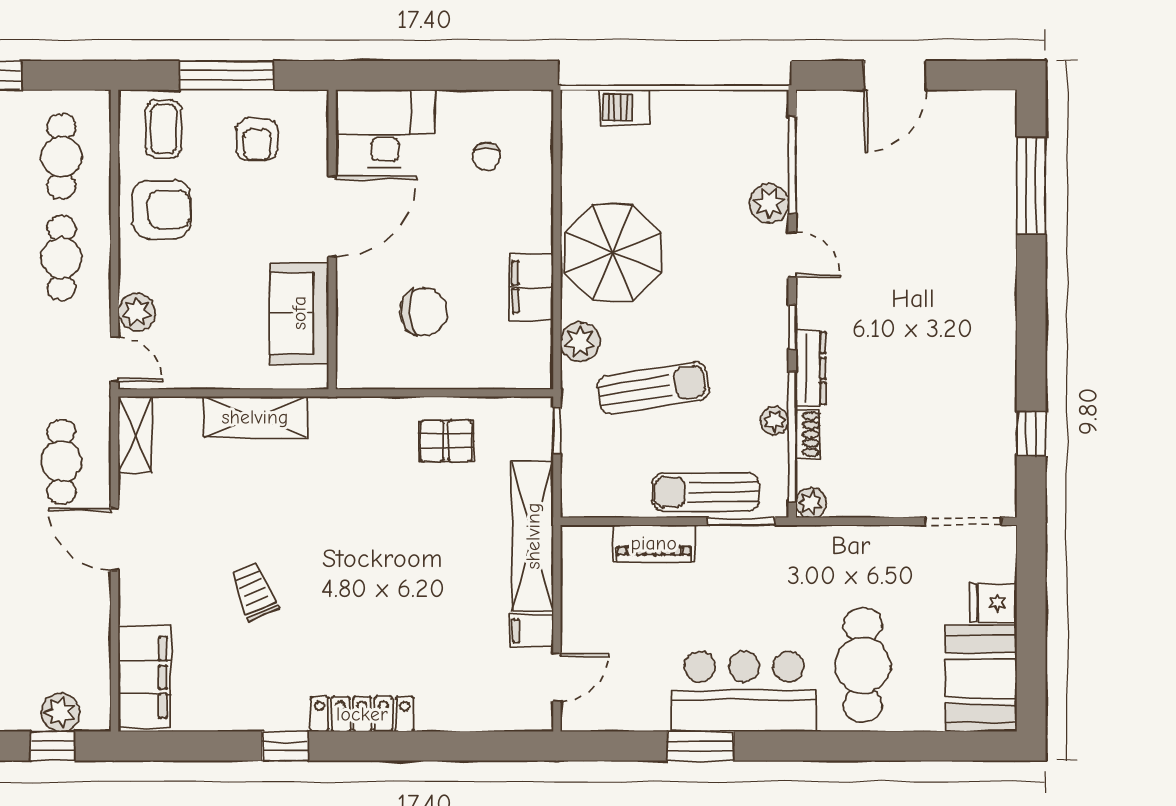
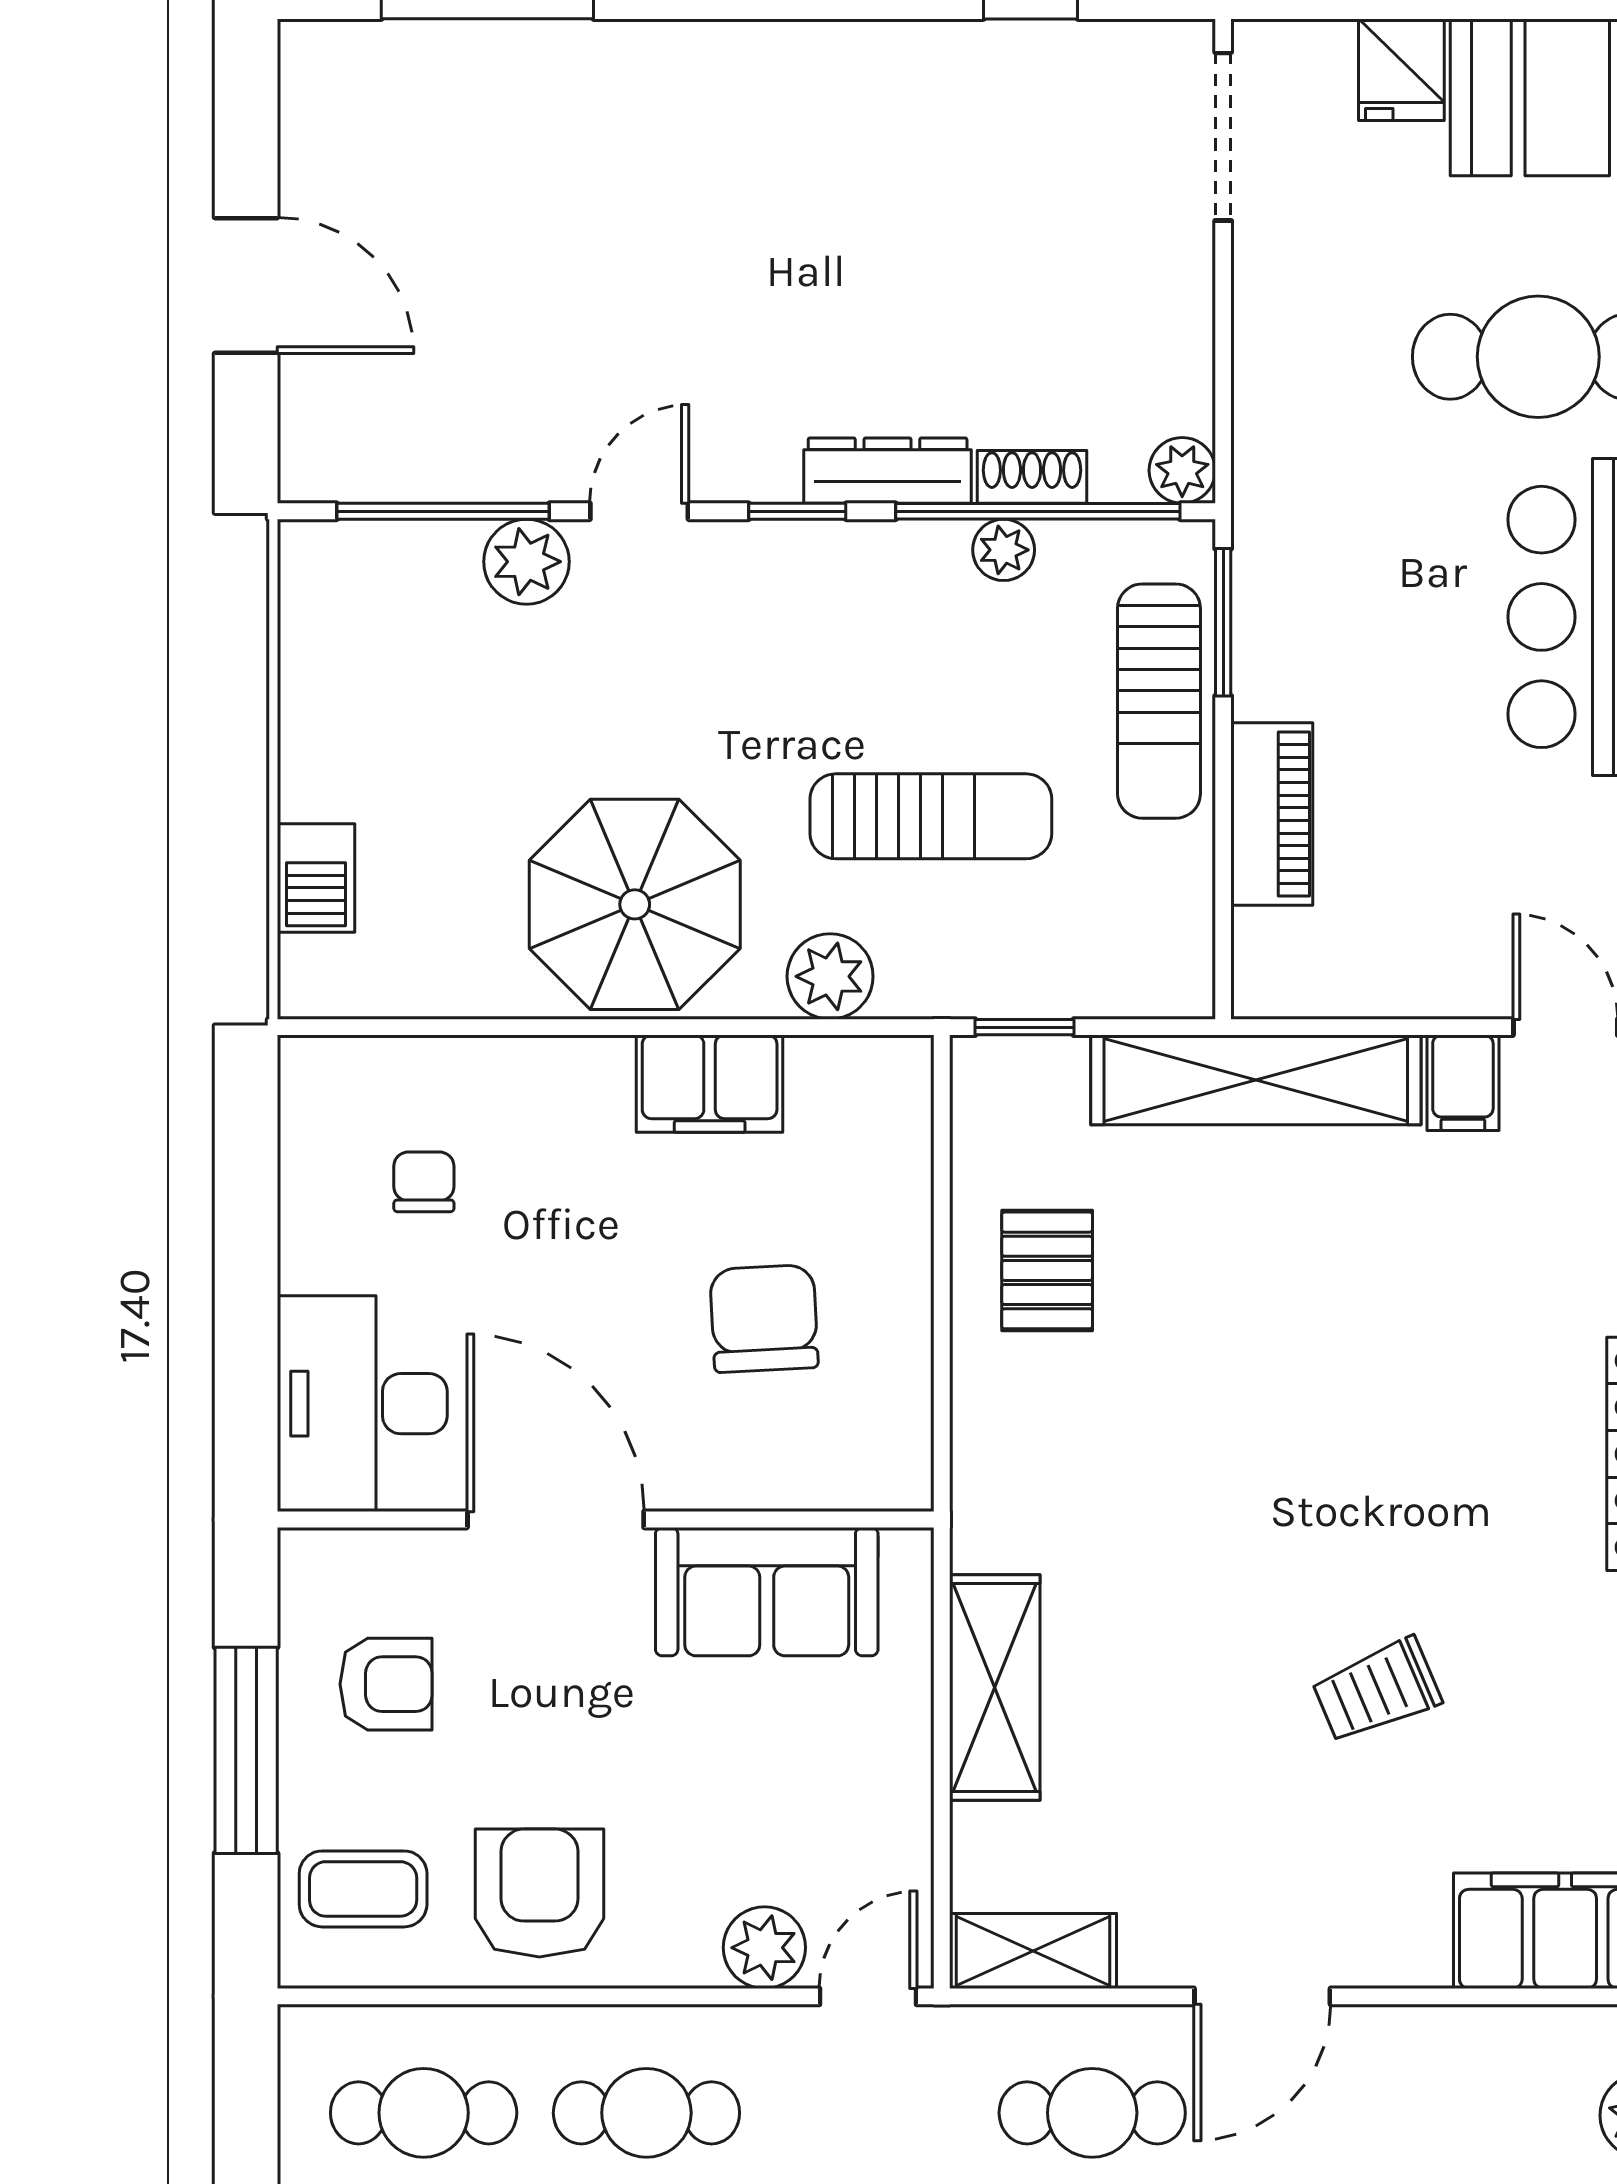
chair: (486, 157) -> (424, 1182), turned -90
sun lounger: (653, 388) -> (931, 816), turned 99

